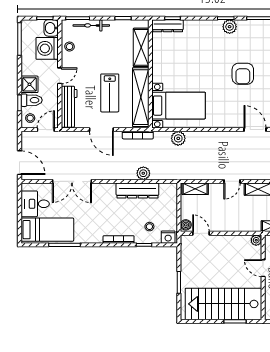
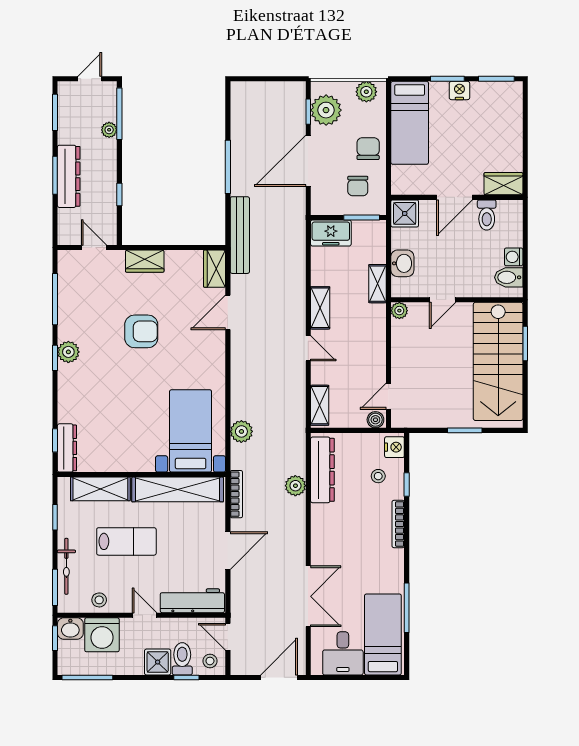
lab bench: (110, 93) -> (126, 541), moved
dresser: (137, 191) -> (322, 470), moved

